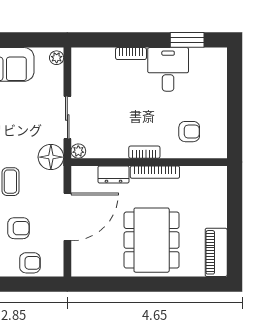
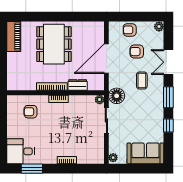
desk: (168, 69) -> (21, 151), moved, turned 90

